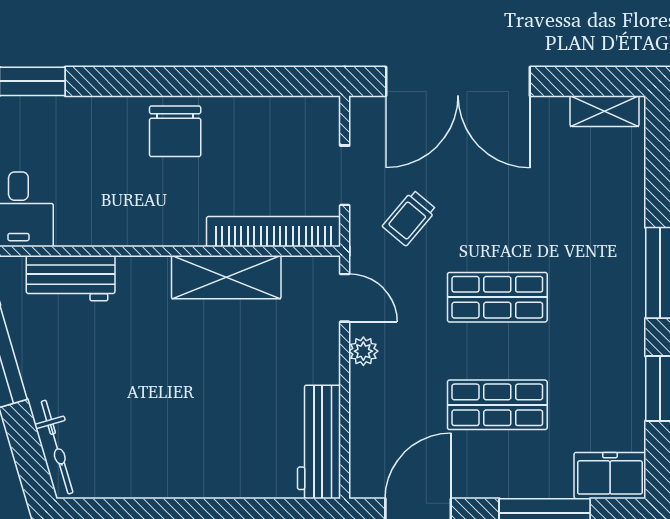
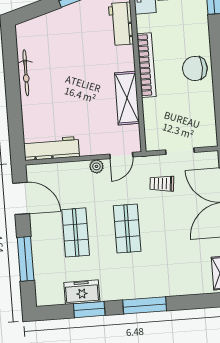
trolley: (409, 218) -> (162, 184), turned -35
bookcase: (274, 232) -> (146, 65), moved
bicycle: (57, 447) -> (26, 73), moved, turned -74
freezer: (610, 476) -> (82, 292), moved, turned -90

